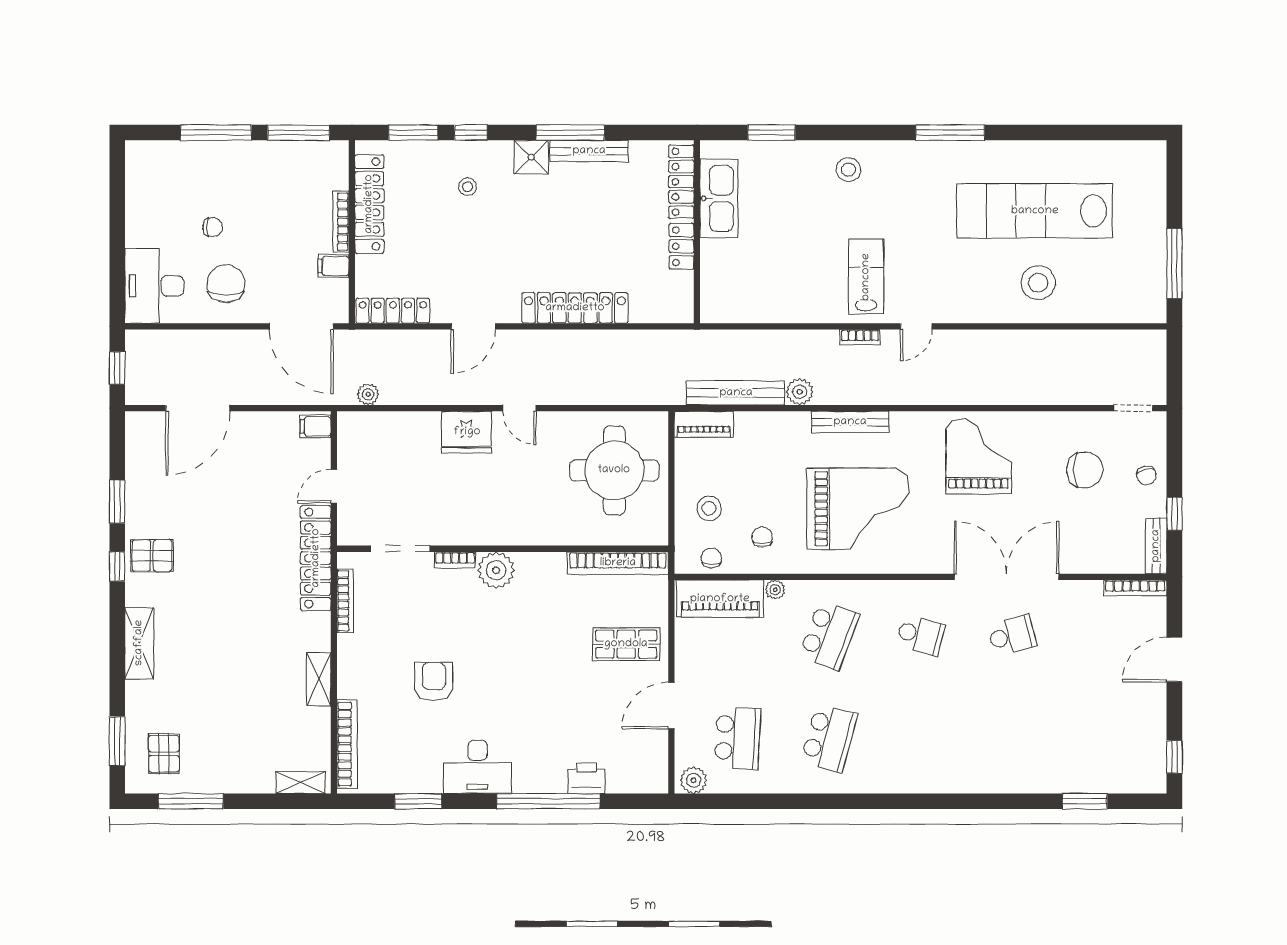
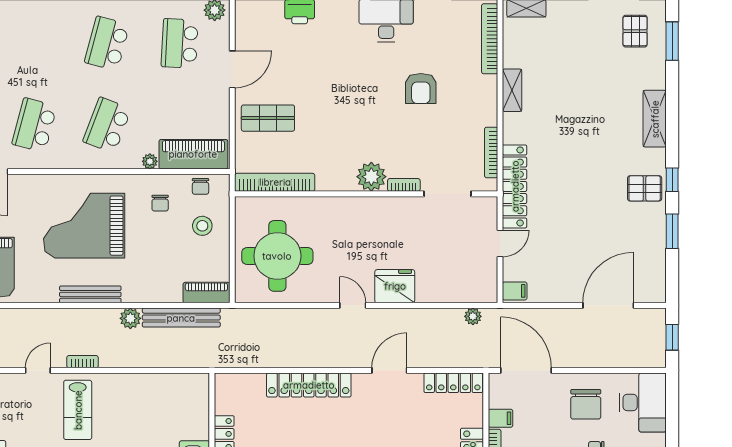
school desk: (921, 635) -> (34, 125), width x1.85

